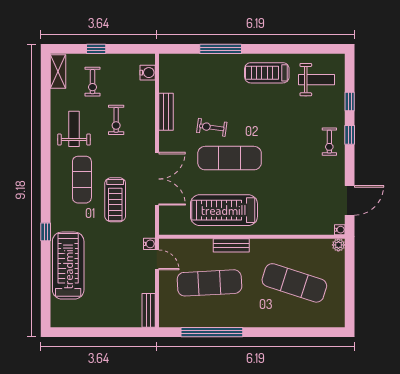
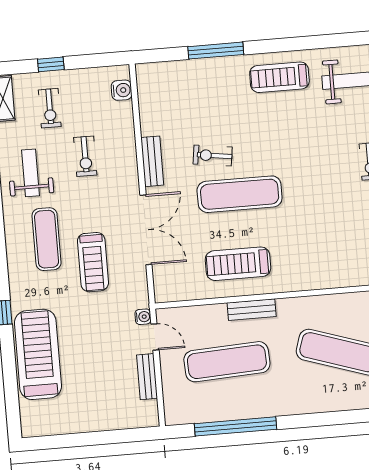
bench: (166, 112) -> (152, 161), moved
treadmill: (224, 210) -> (238, 264), width x0.73, depth x0.73
bench: (149, 310) -> (147, 377), moved

